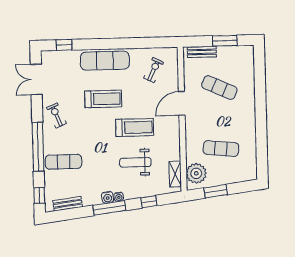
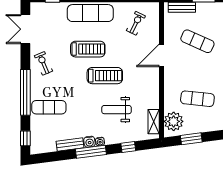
treadmill: (135, 127) -> (105, 76), moved
bench: (68, 204) -> (70, 144), moved

